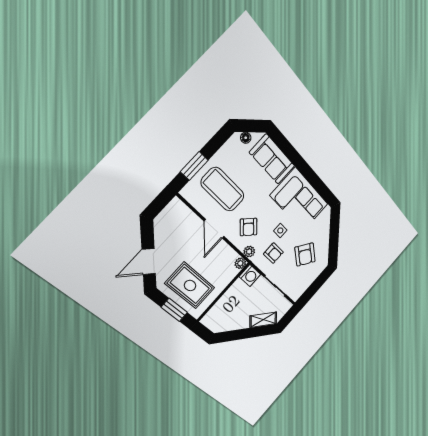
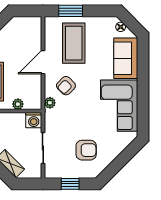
side table: (280, 230) -> (85, 112), removed
armchair: (273, 253) -> (65, 123), removed
armchair: (305, 254) -> (86, 150), turned -126
plant: (240, 263) -> (18, 104), moved
window: (315, 287) -> (70, 184), added

